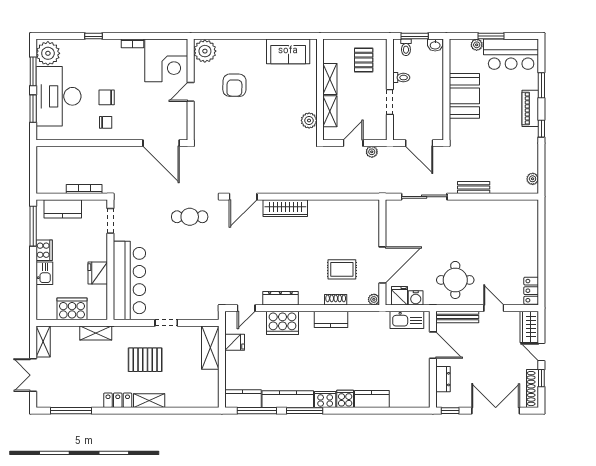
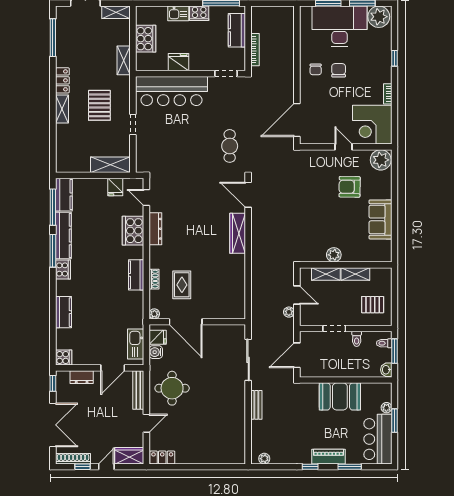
sofa: (288, 51) -> (380, 219), moved
plant: (309, 121) -> (334, 255), moved
cooker: (345, 399) -> (64, 358), moved

